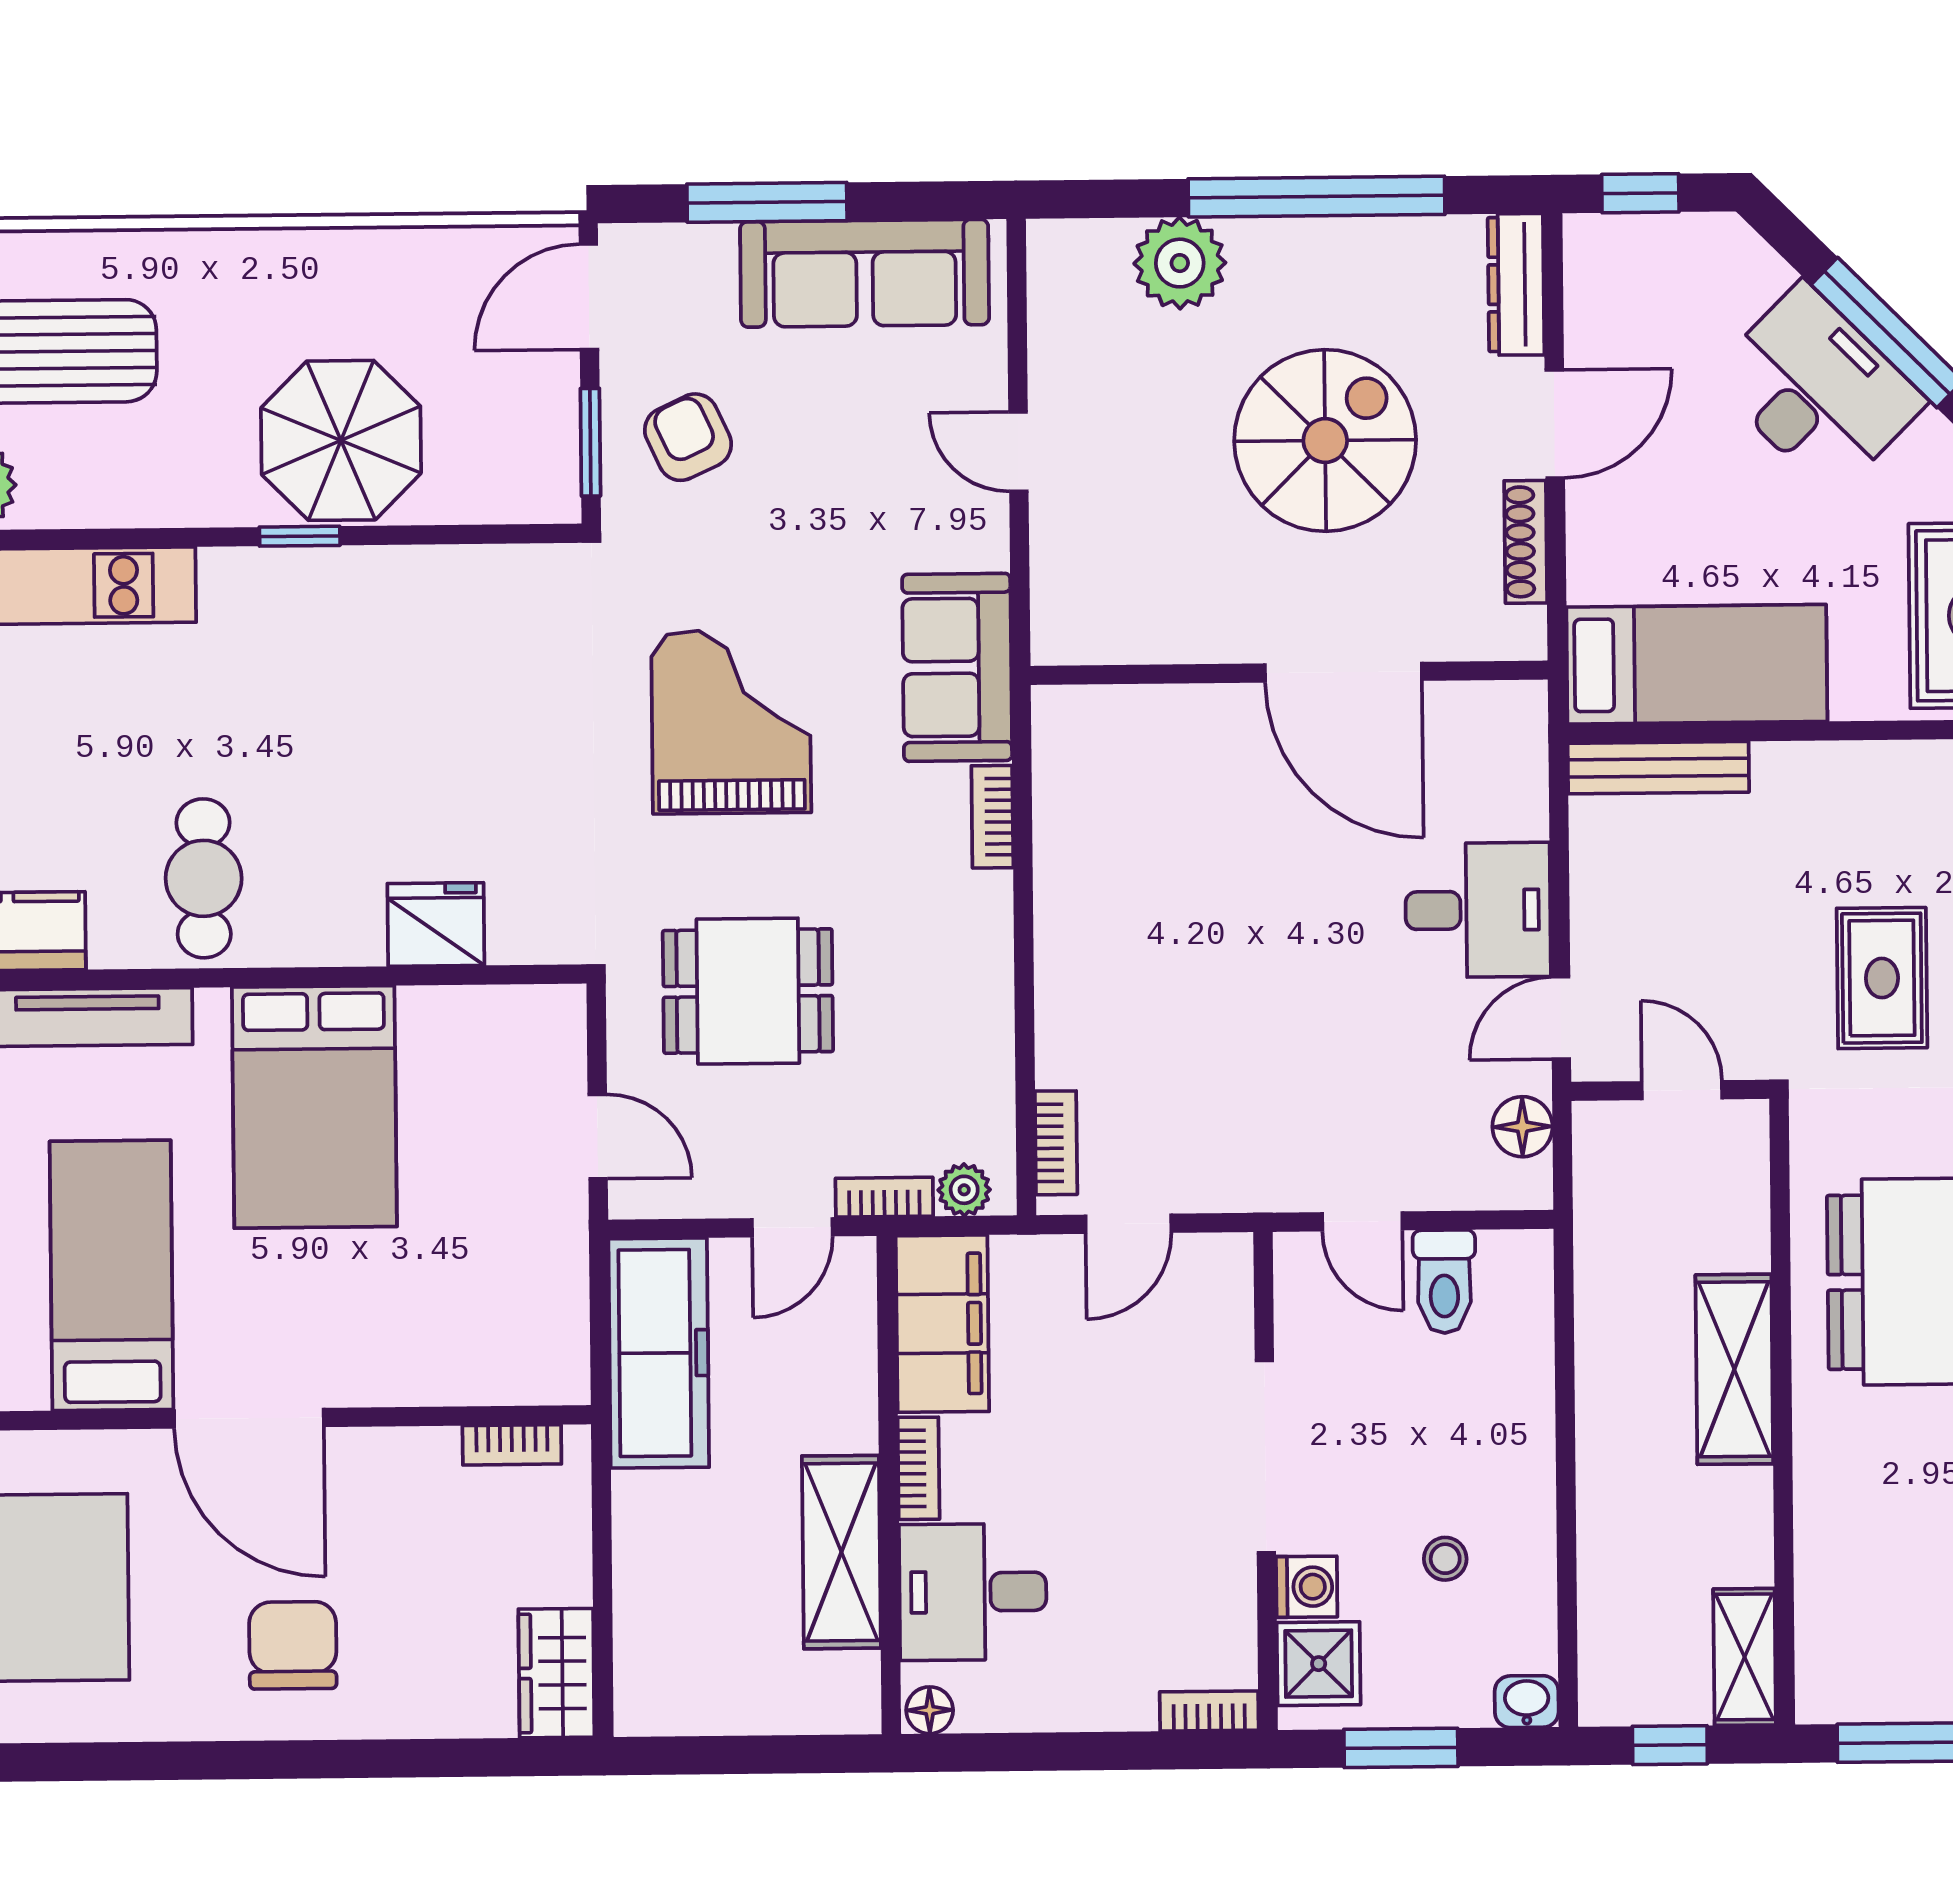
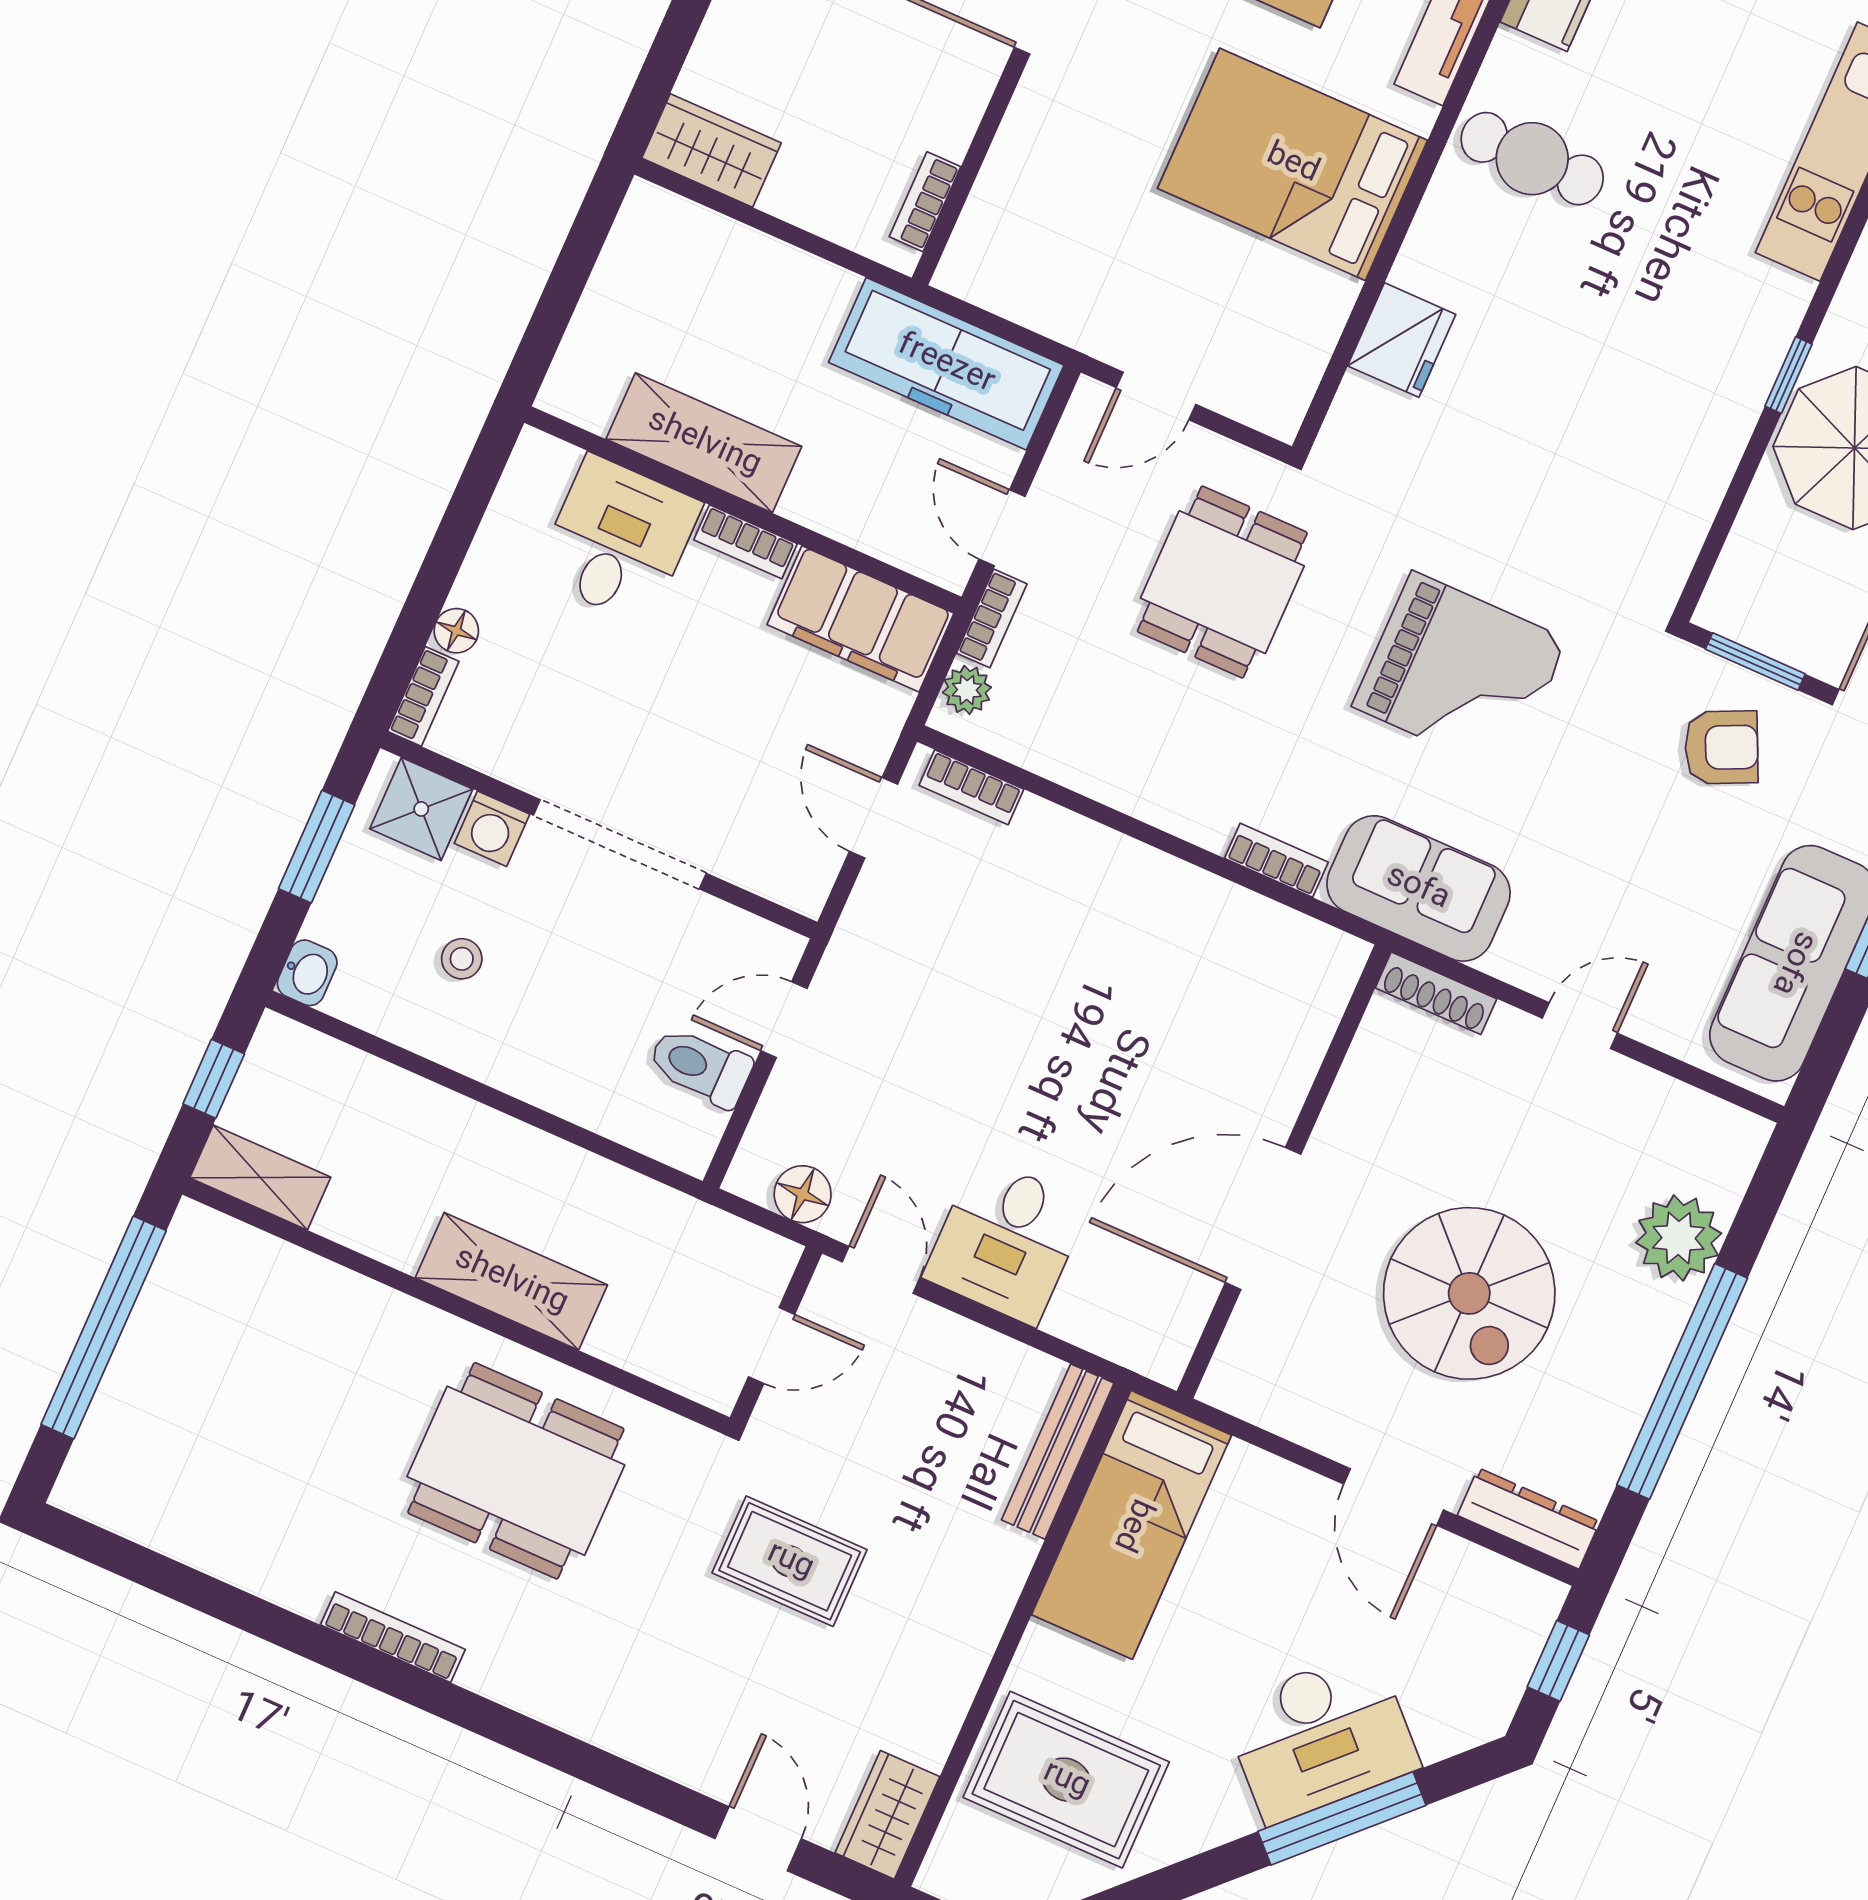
shoe rack: (1526, 542) -> (1436, 993), moved, turned 180
floor lamp: (930, 1710) -> (456, 631), moved

